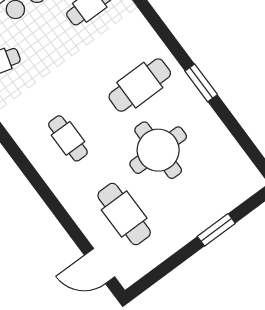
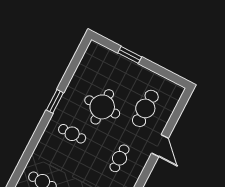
cafe table: (140, 85) -> (72, 134), width x0.73, depth x0.74
door: (100, 266) -> (160, 146), moved

